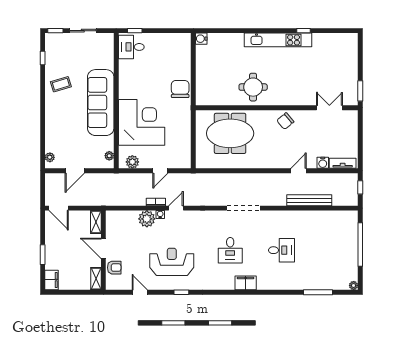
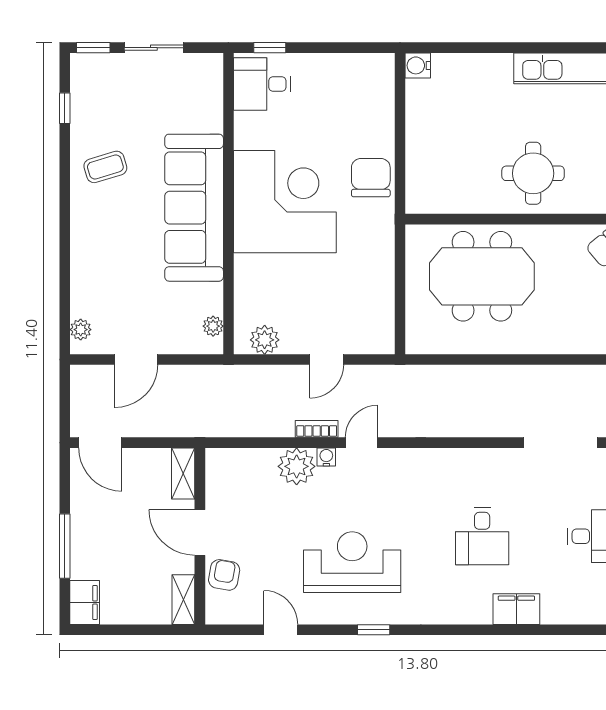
corner desk: (142, 122) -> (285, 202), moved
doorway: (243, 208) -> (561, 443), moved
window: (43, 255) -> (65, 546), width x1.44
armchair: (114, 268) -> (224, 575), turned -80

